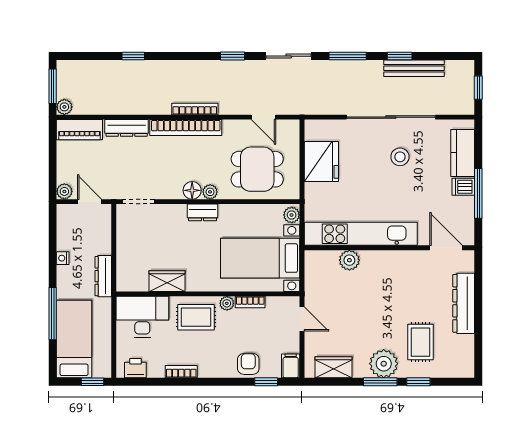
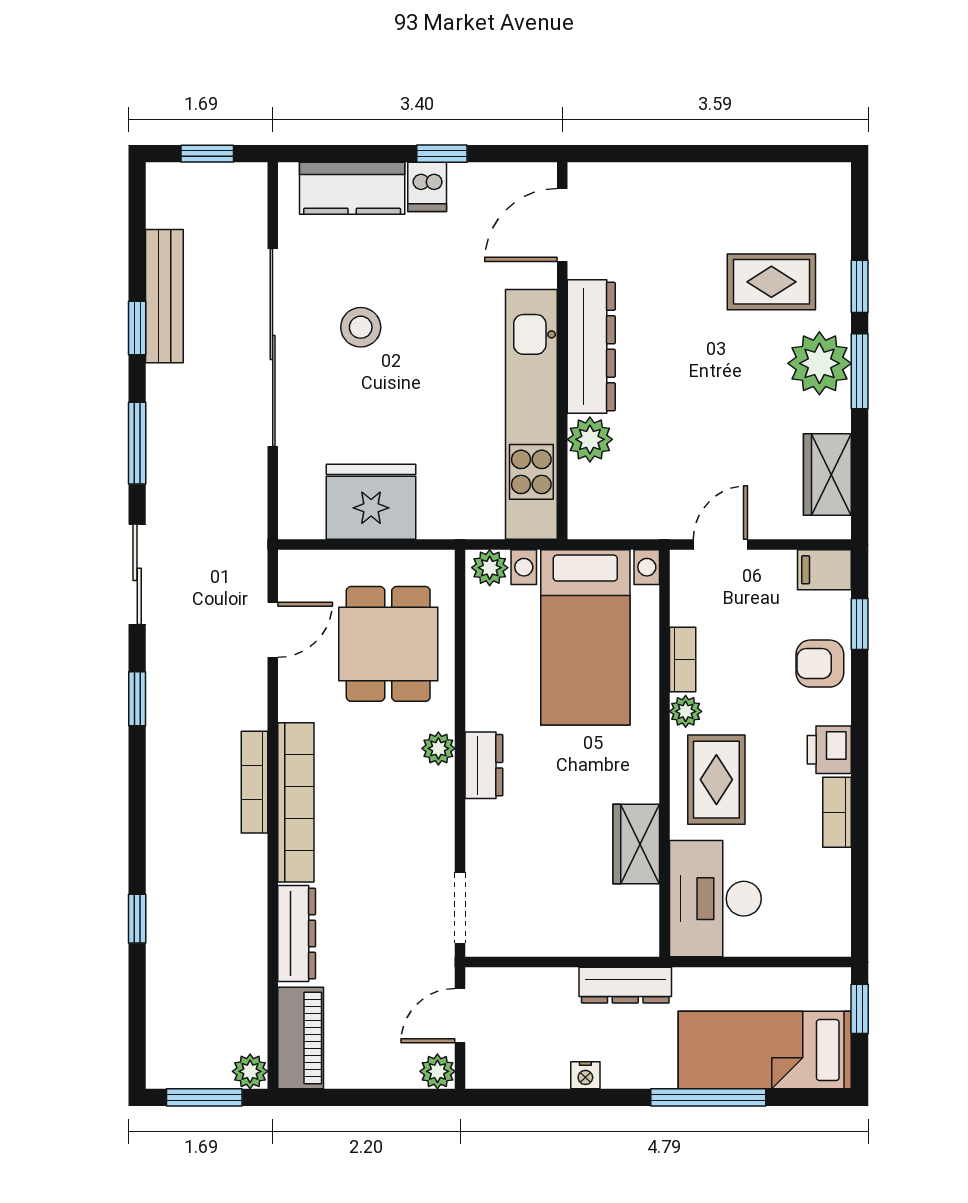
floor lamp: (192, 190) -> (435, 788), removed
window: (478, 193) -> (442, 154), width x0.46
dresser: (464, 303) -> (591, 347), moved, turned -90
printer: (135, 368) -> (829, 750), moved

